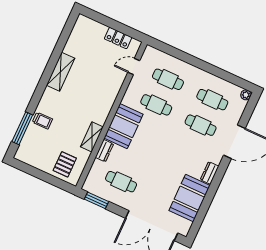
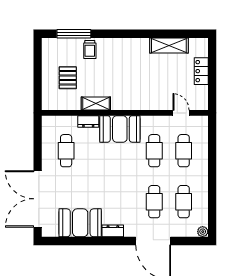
locker: (118, 38) -> (201, 71), moved
shelving: (61, 72) -> (169, 45), moved
pallet: (65, 164) -> (68, 78), moved, turned 90
window: (97, 200) -> (38, 136), removed

